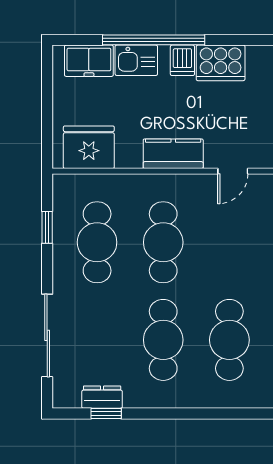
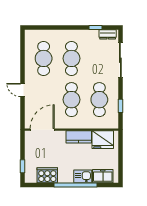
dishwasher: (182, 60) -> (63, 176), removed
kitchen counter: (173, 154) -> (79, 137), moved
door: (233, 171) -> (42, 130), width x1.87
dresser: (102, 397) -> (108, 34), moved

